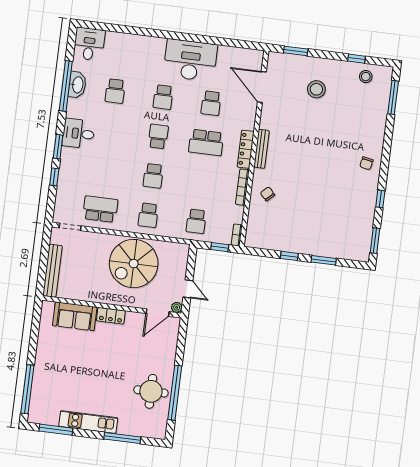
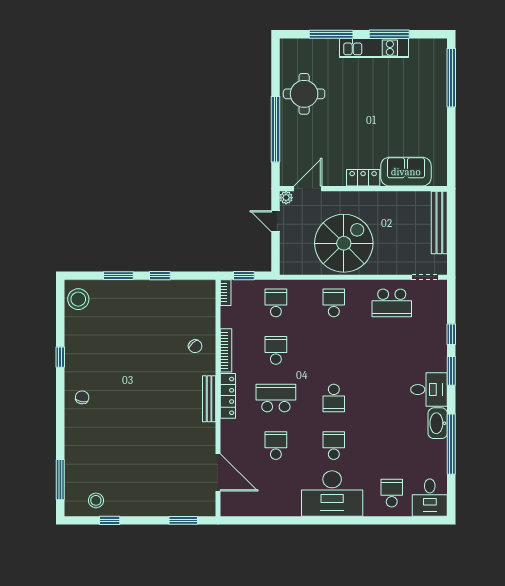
desk: (190, 60) -> (332, 493), moved
washbasin: (77, 85) -> (438, 423), moved
stool: (316, 89) -> (78, 299), moved
school desk: (115, 91) -> (392, 493), moved
school desk: (153, 176) -> (276, 350), moved
window: (375, 241) -> (60, 307), removed
window: (175, 393) -> (275, 129), moved
window: (56, 430) -> (389, 34), moved

